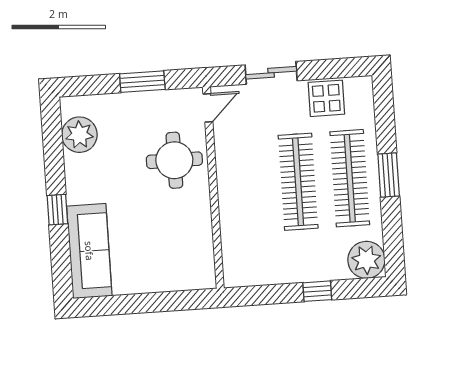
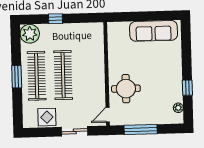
window: (142, 82) -> (141, 130), width x1.44
plant: (79, 135) -> (178, 108), width x0.53, depth x0.53
window: (57, 210) -> (187, 88), moved
sofa: (89, 251) -> (154, 31), moved, turned -90

